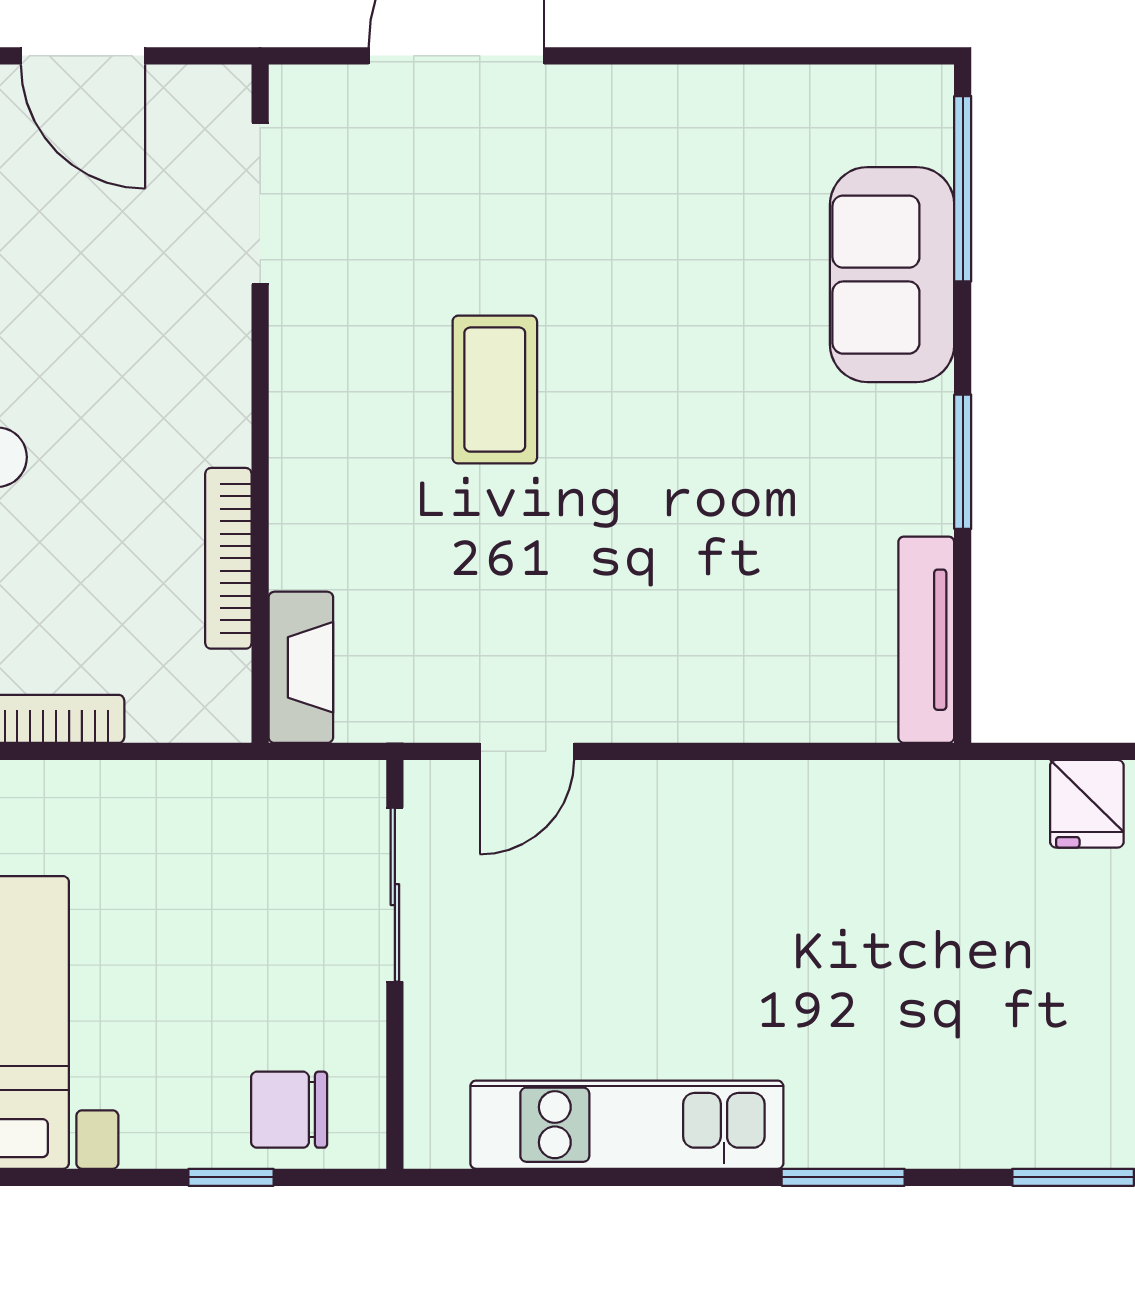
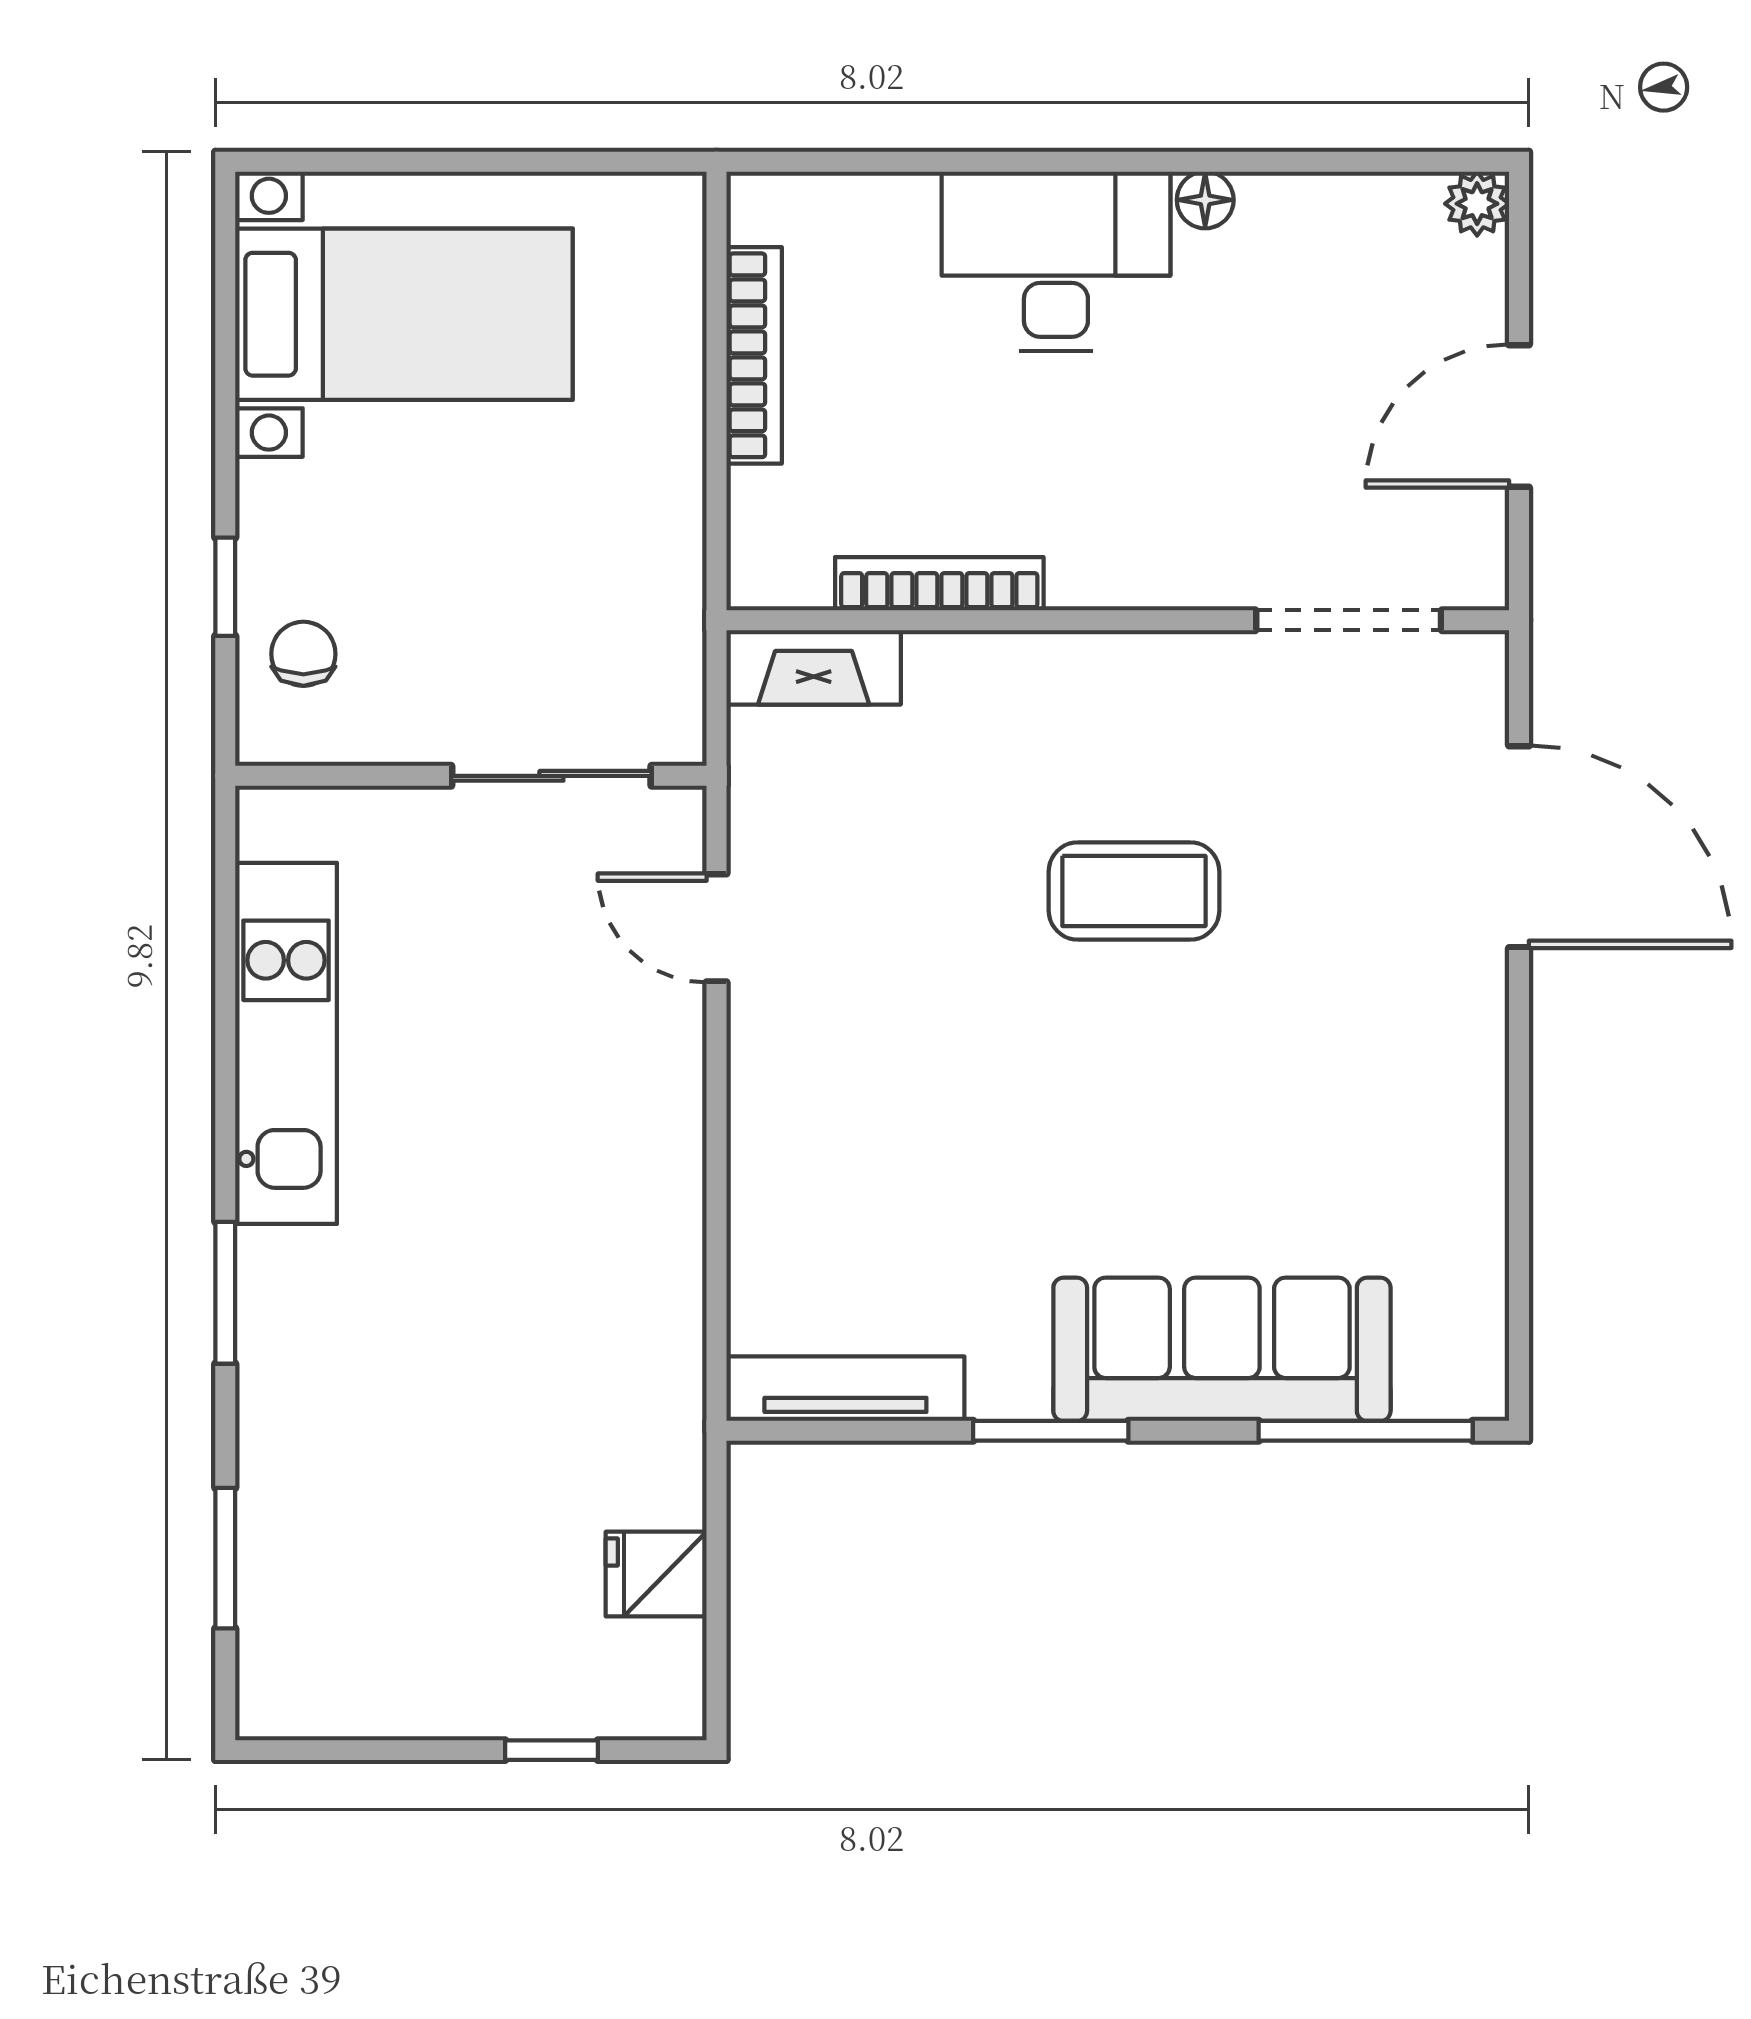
sofa: (892, 275) -> (1222, 1349), width x1.36
chair: (289, 1110) -> (303, 654), width x0.73, depth x0.73

